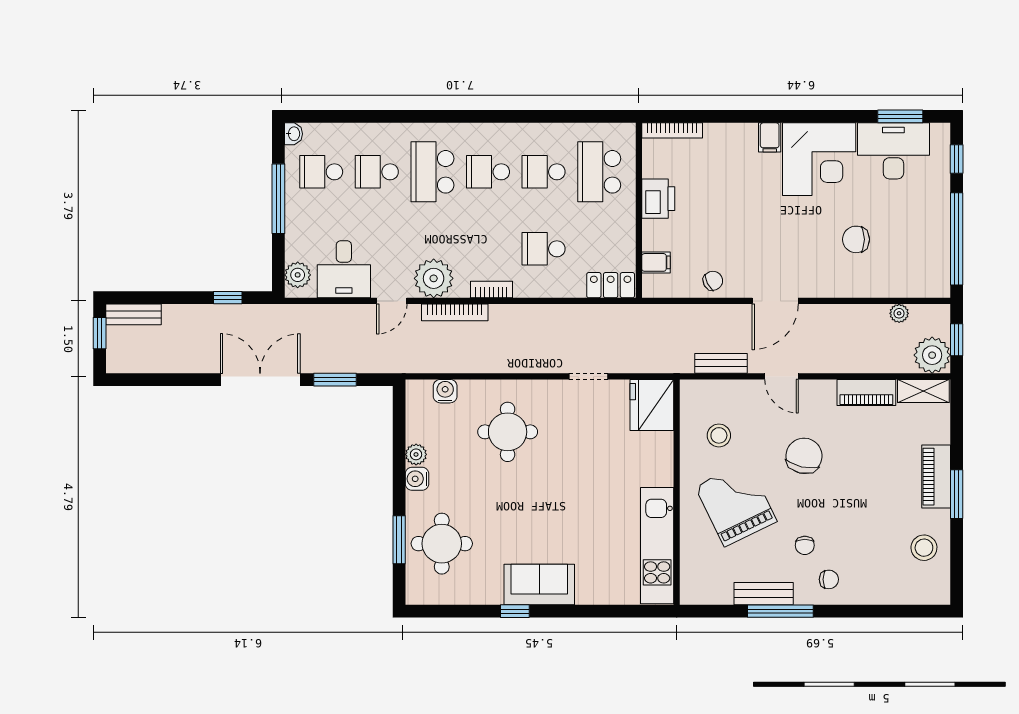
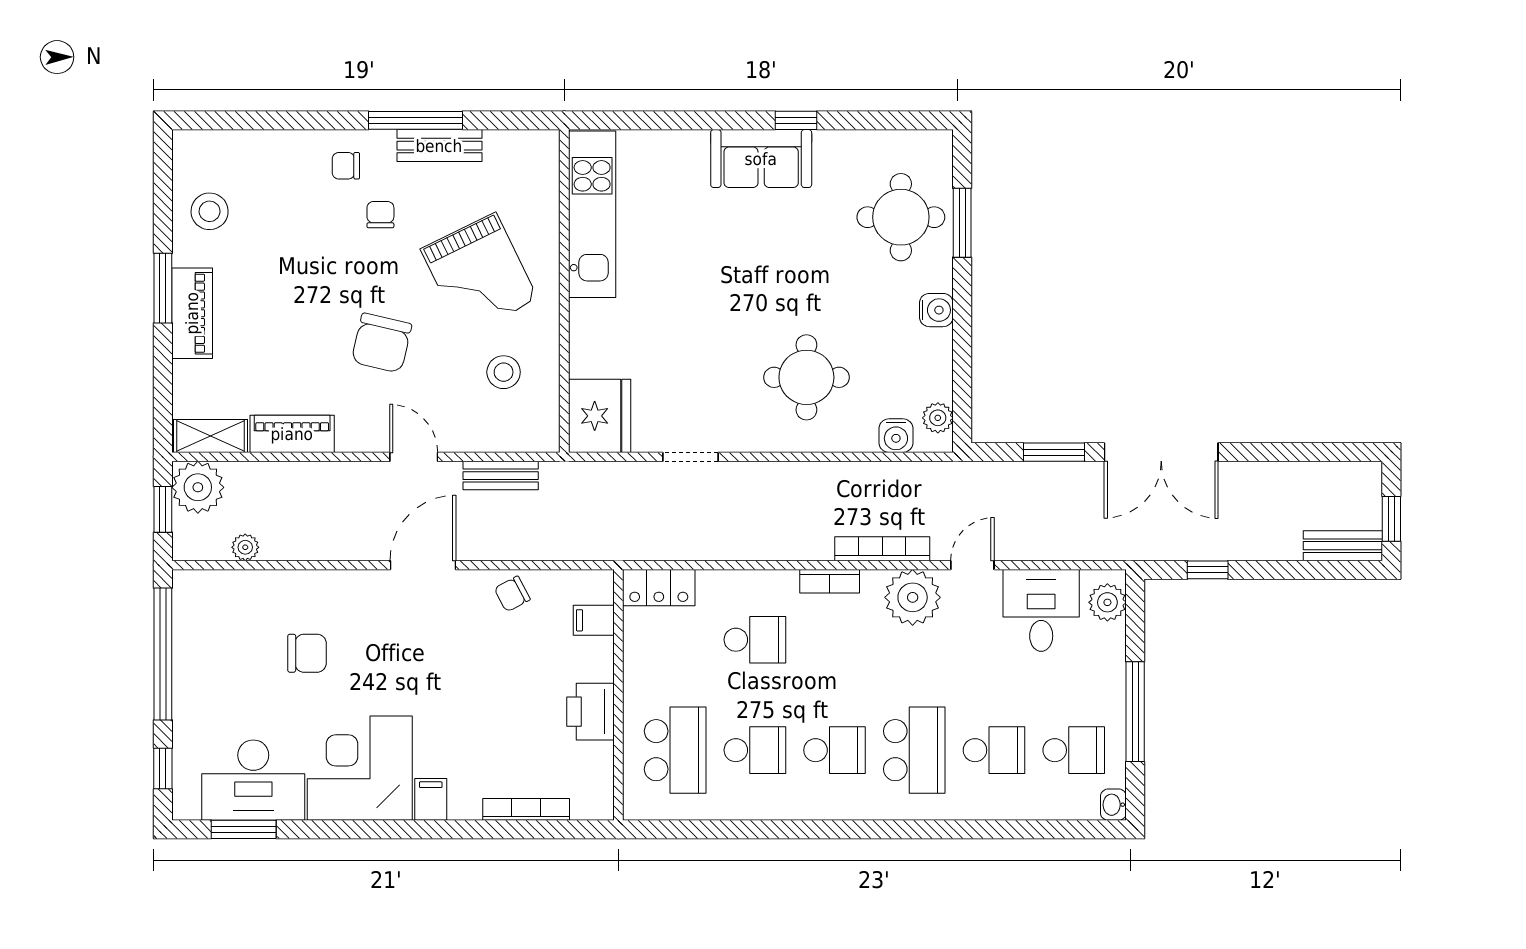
bookcase: (672, 130) -> (526, 809), moved
plant: (416, 454) -> (938, 418), moved

